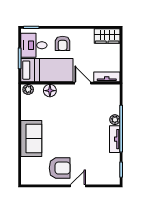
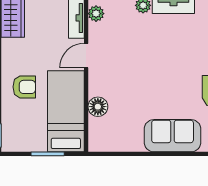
desk: (34, 45) -> (27, 132), removed
plant: (28, 89) -> (96, 14), moved

